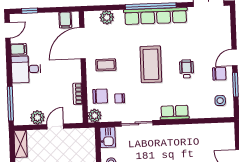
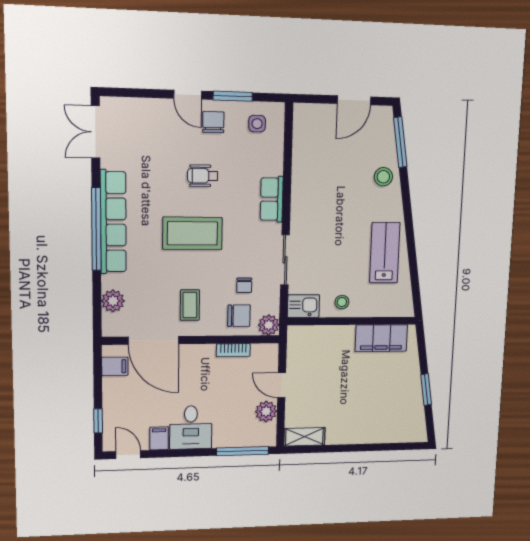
chair: (100, 96) -> (239, 316), turned 90

